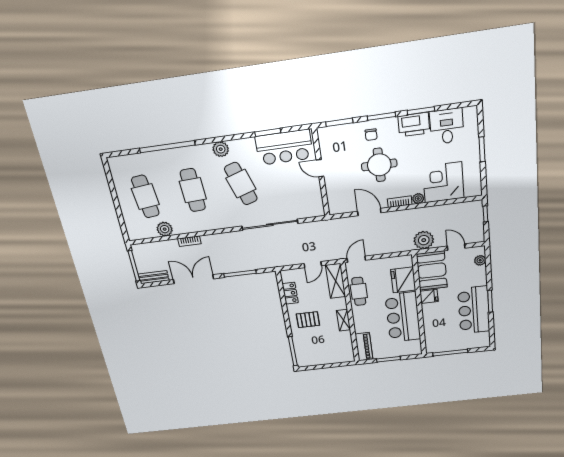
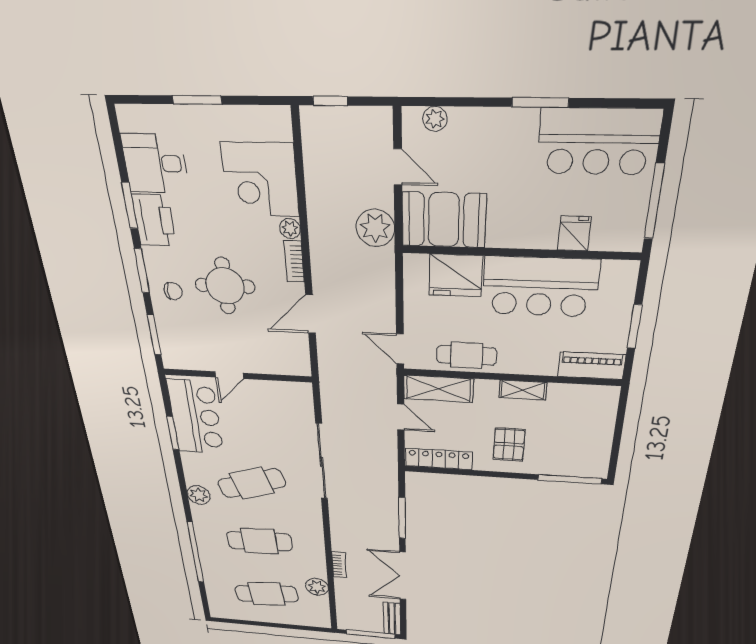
door: (456, 247) -> (398, 167), swing flipped
locker: (290, 293) -> (439, 459), width x1.53
fridge: (429, 296) -> (574, 234), moved
bar counter: (474, 310) -> (598, 142), moved

